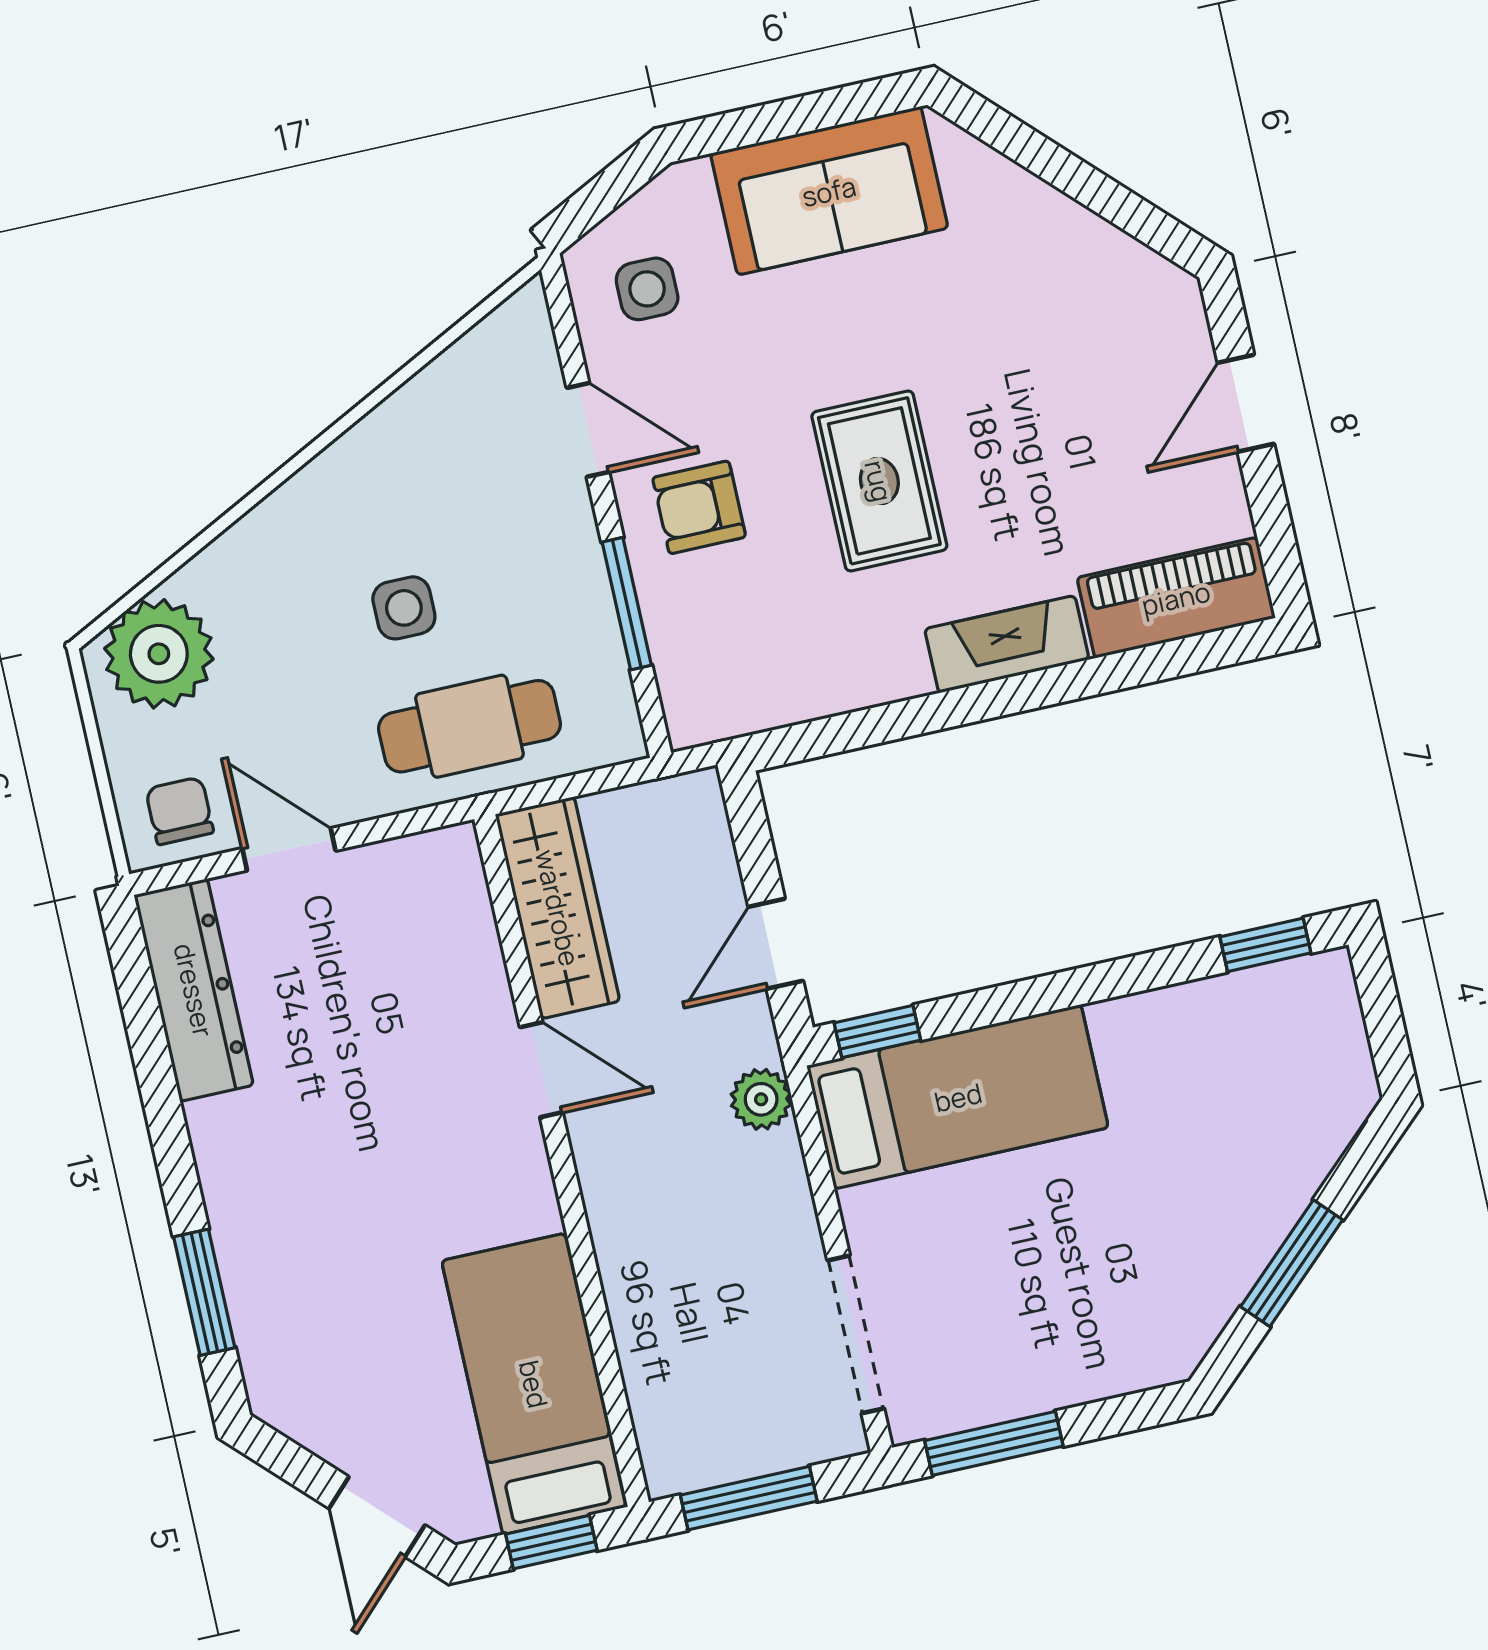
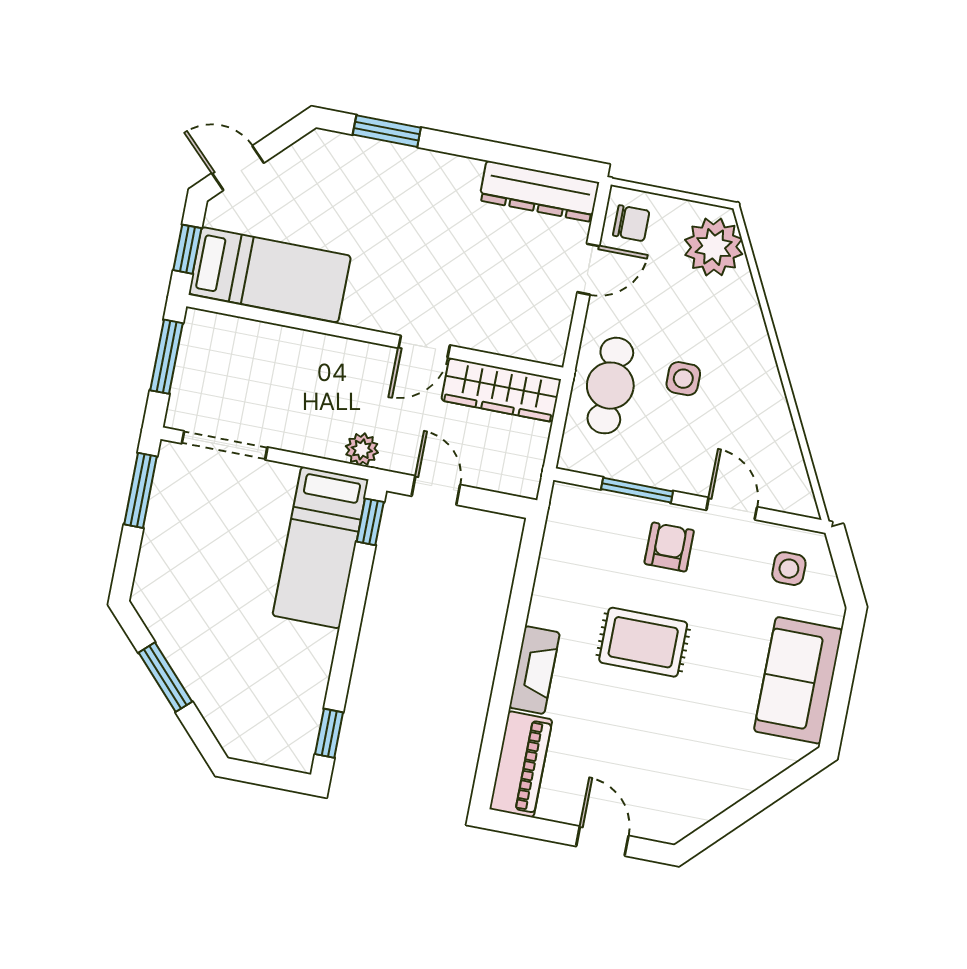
door: (588, 430) -> (732, 509), swing flipped

